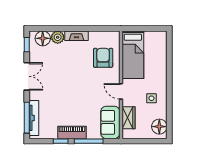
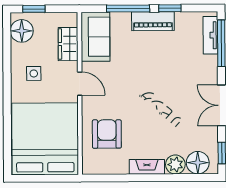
bed: (133, 55) -> (45, 139), width x2.04
armchair: (103, 58) -> (107, 134), turned 180
tv unit: (34, 118) -> (210, 35), width x0.71
window: (151, 141) -> (34, 9), added

